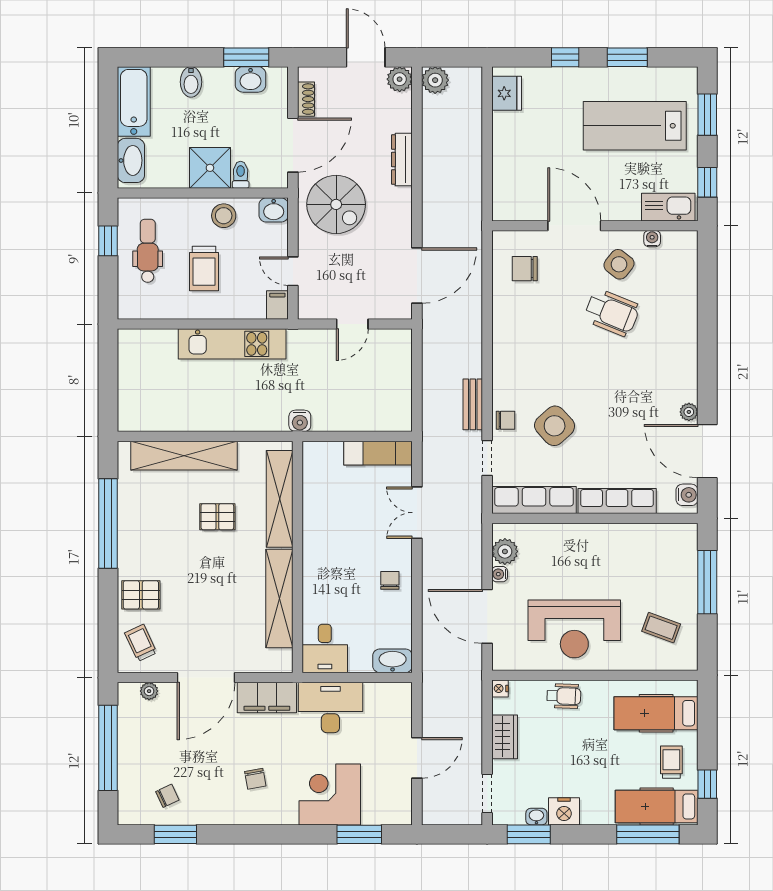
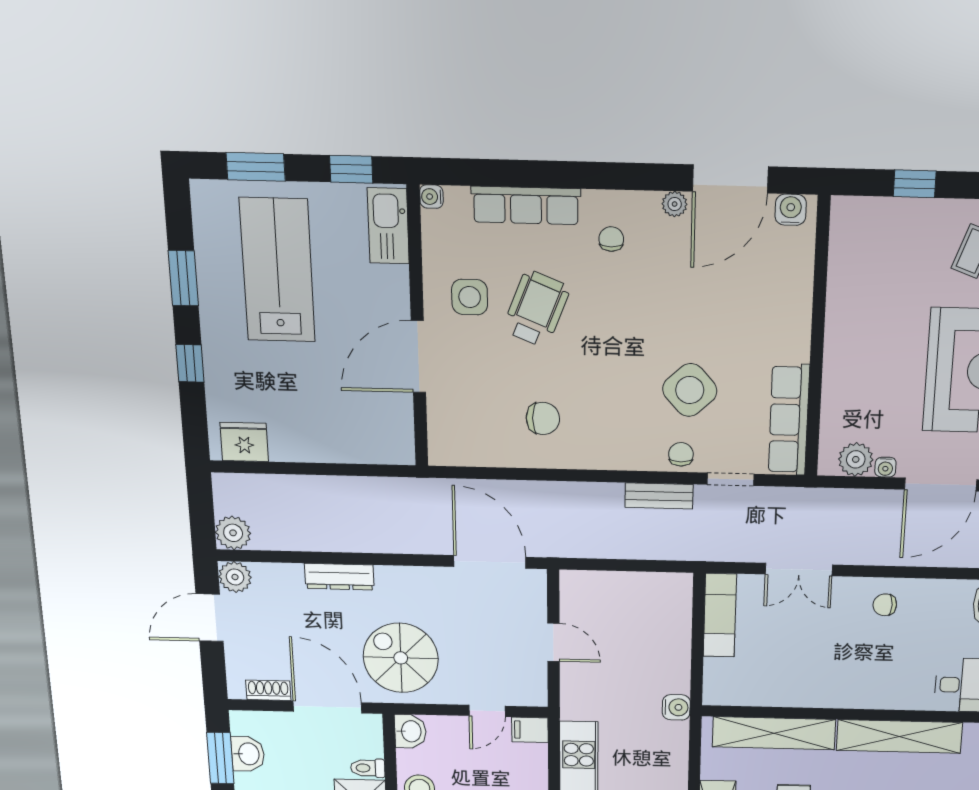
lab bench: (635, 126) -> (277, 270), turned 180
spiral stairs: (336, 204) -> (401, 658), turned -90
water cooler: (652, 239) -> (431, 197), moved
side table: (619, 264) -> (470, 297), turned -38
chair: (525, 269) -> (543, 418), moved, turned -90
chair: (663, 367) -> (611, 239), added
row of seats: (617, 501) -> (526, 205), moved, turned -90
window: (707, 582) -> (915, 184), width x0.46

